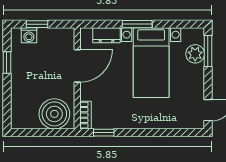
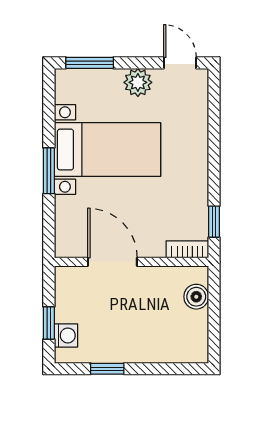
dresser: (107, 35) -> (66, 217), removed
plant: (195, 54) -> (138, 82), moved
boiler: (54, 114) -> (196, 297), width x0.54, depth x0.54

